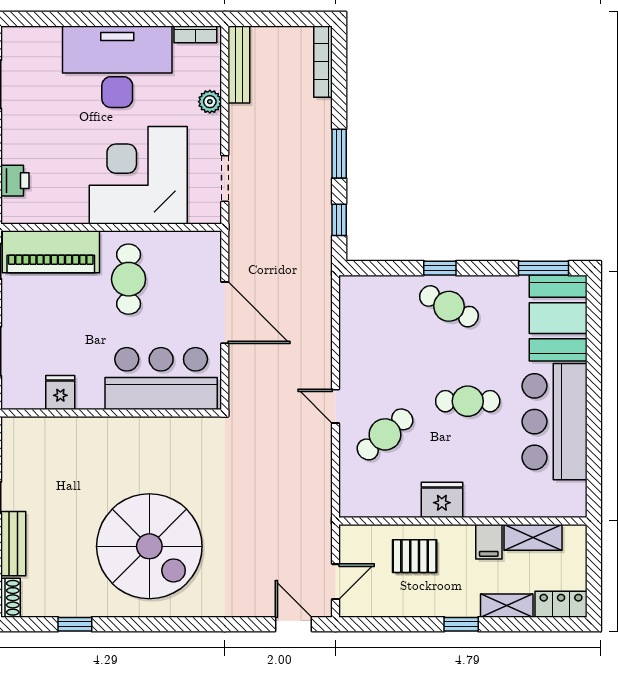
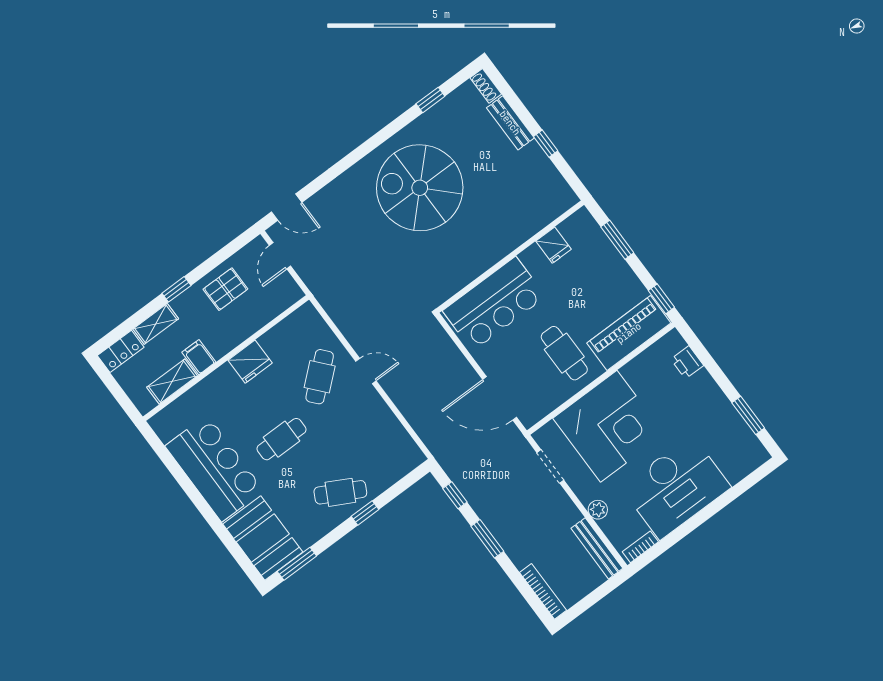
door: (225, 313) -> (500, 398), moved
pallet: (415, 556) -> (225, 289), moved

